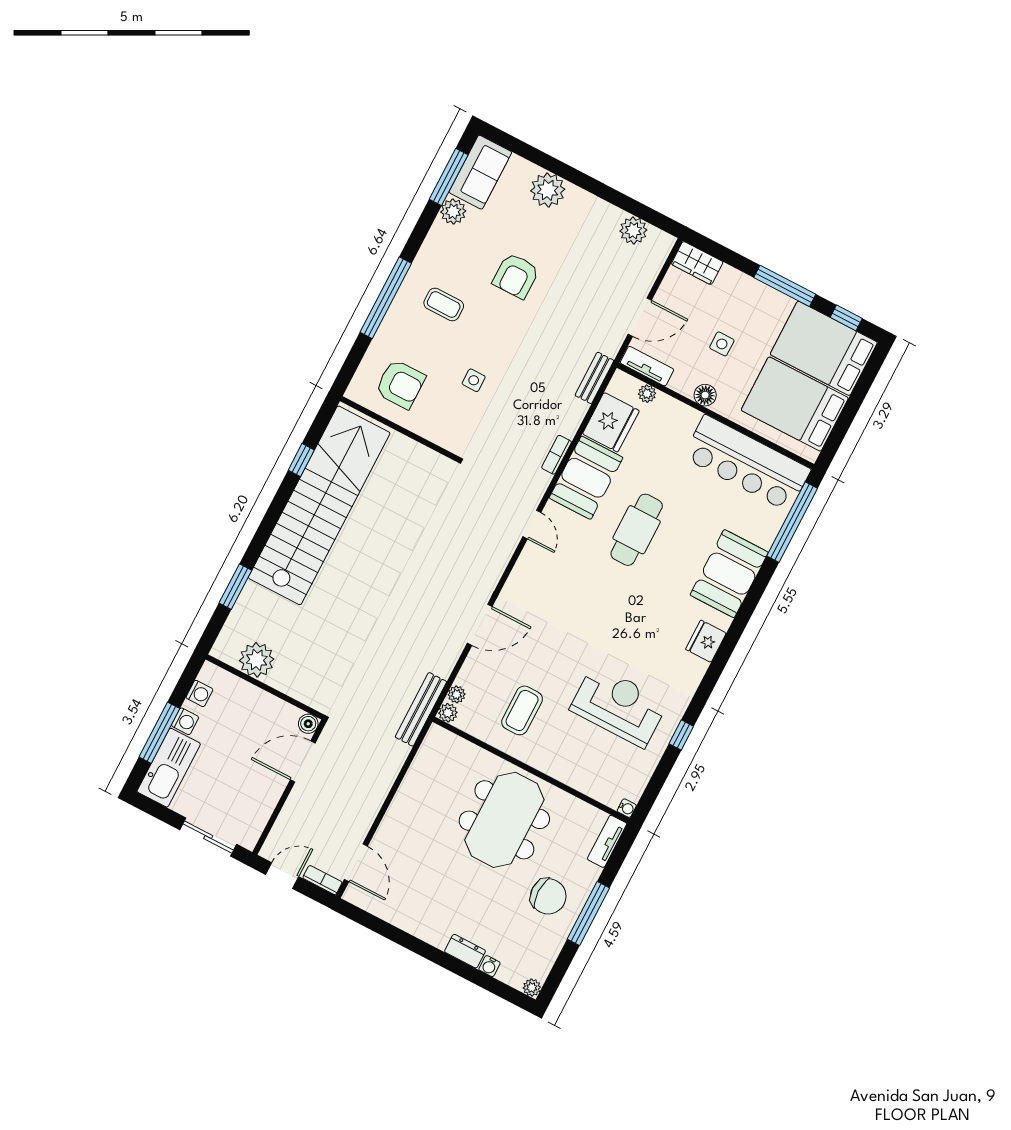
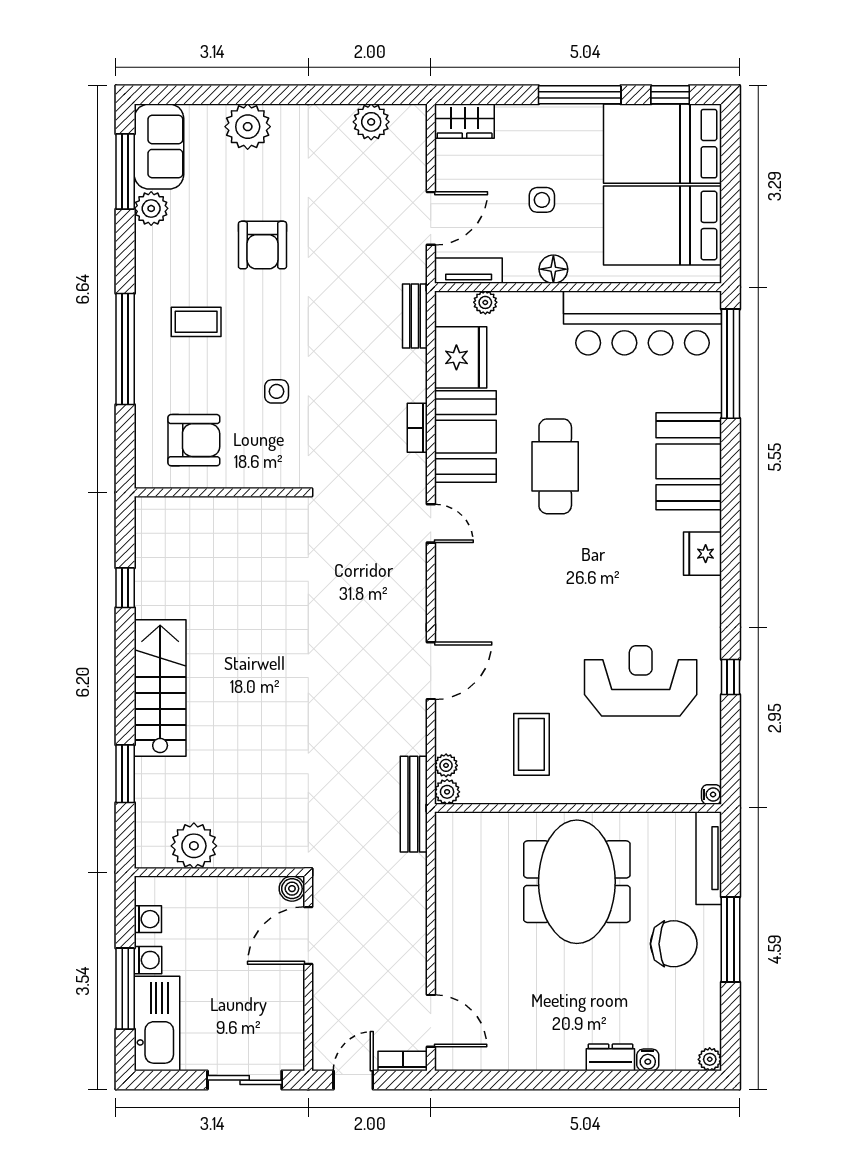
stairs: (319, 505) -> (160, 688), width x0.54, depth x0.66
tv unit: (607, 841) -> (709, 858), width x1.41

